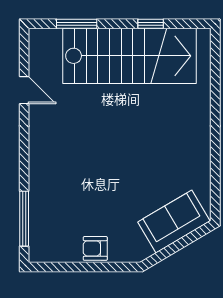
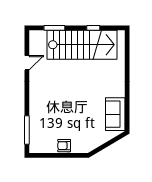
door: (24, 90) -> (27, 63), hinge flipped
sofa: (174, 222) -> (115, 114), moved, turned -59

